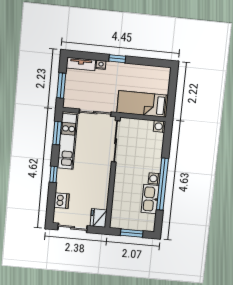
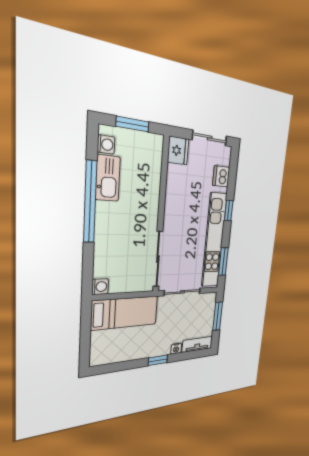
kitchen unit: (68, 141) -> (214, 240), width x1.36
washing machine: (154, 179) -> (106, 144), moved

